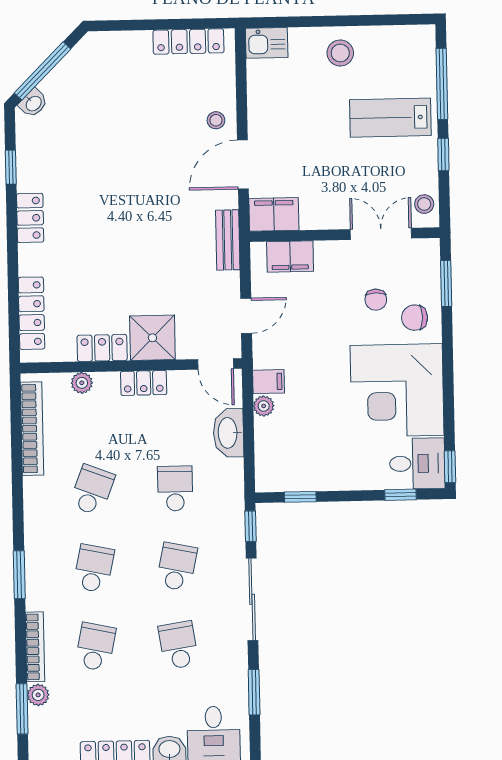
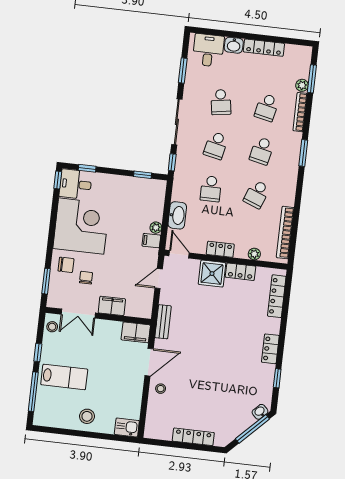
locker: (188, 41) -> (193, 437), moved
filing cabinet: (290, 256) -> (112, 306), moved

